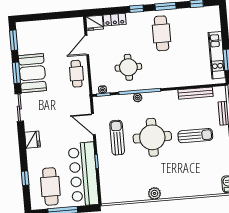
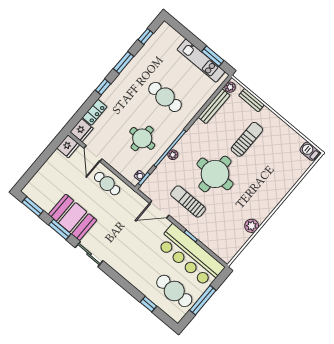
cafe table: (162, 33) -> (165, 97), moved
plant: (218, 91) -> (230, 87), added
fridge: (32, 140) -> (68, 146), moved, turned 90
plant: (154, 193) -> (252, 226), moved

